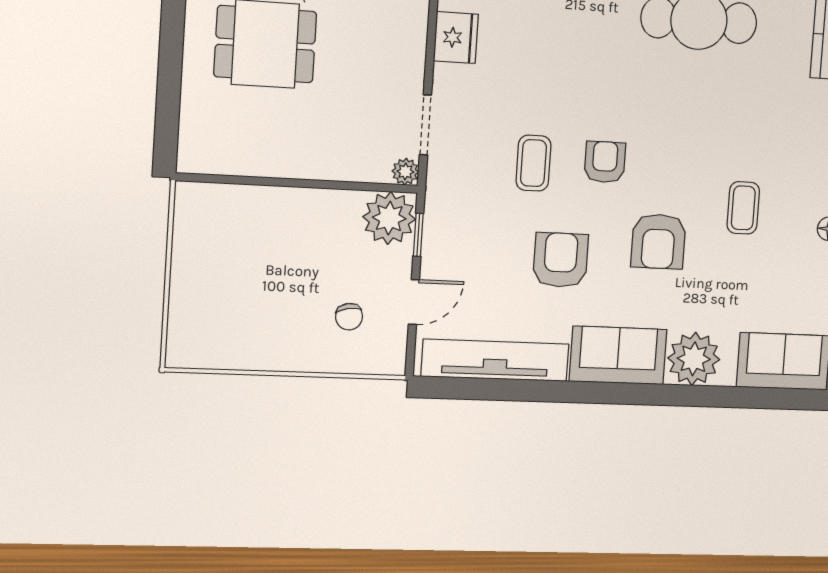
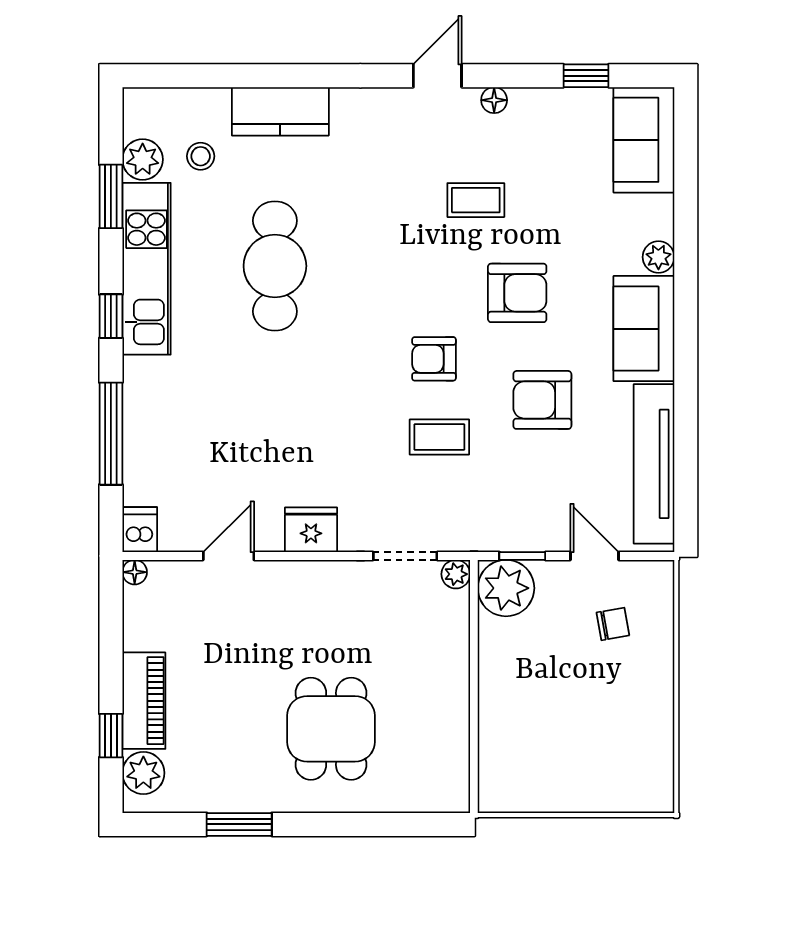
plant: (694, 359) -> (658, 257), width x0.53, depth x0.53

